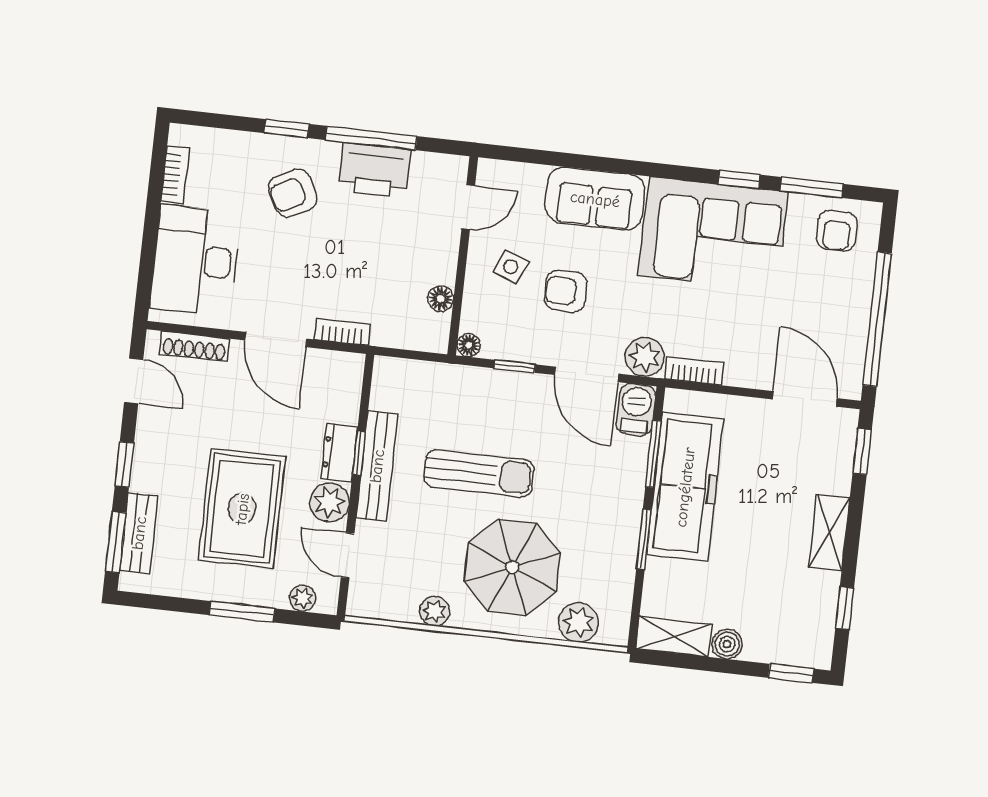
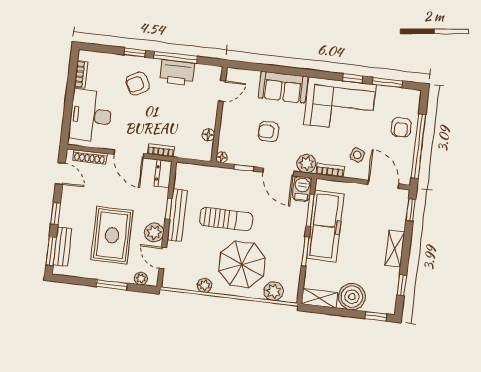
armchair: (837, 231) -> (401, 127), moved
side table: (511, 267) -> (357, 155), moved
dresser: (339, 453) -> (163, 174), moved
boiler: (727, 644) -> (352, 297), width x1.86, depth x1.86

